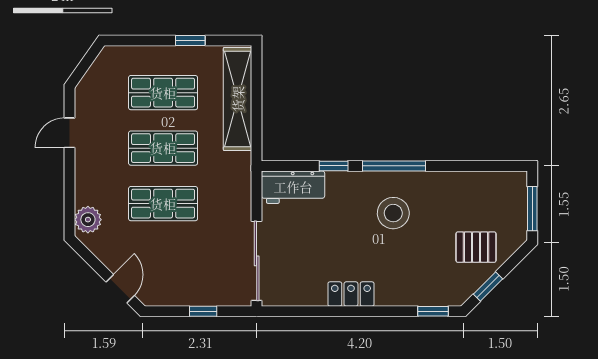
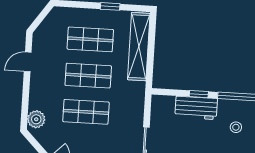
workbench: (293, 187) -> (196, 108), moved
stool: (393, 213) -> (236, 127), width x0.53, depth x0.53

